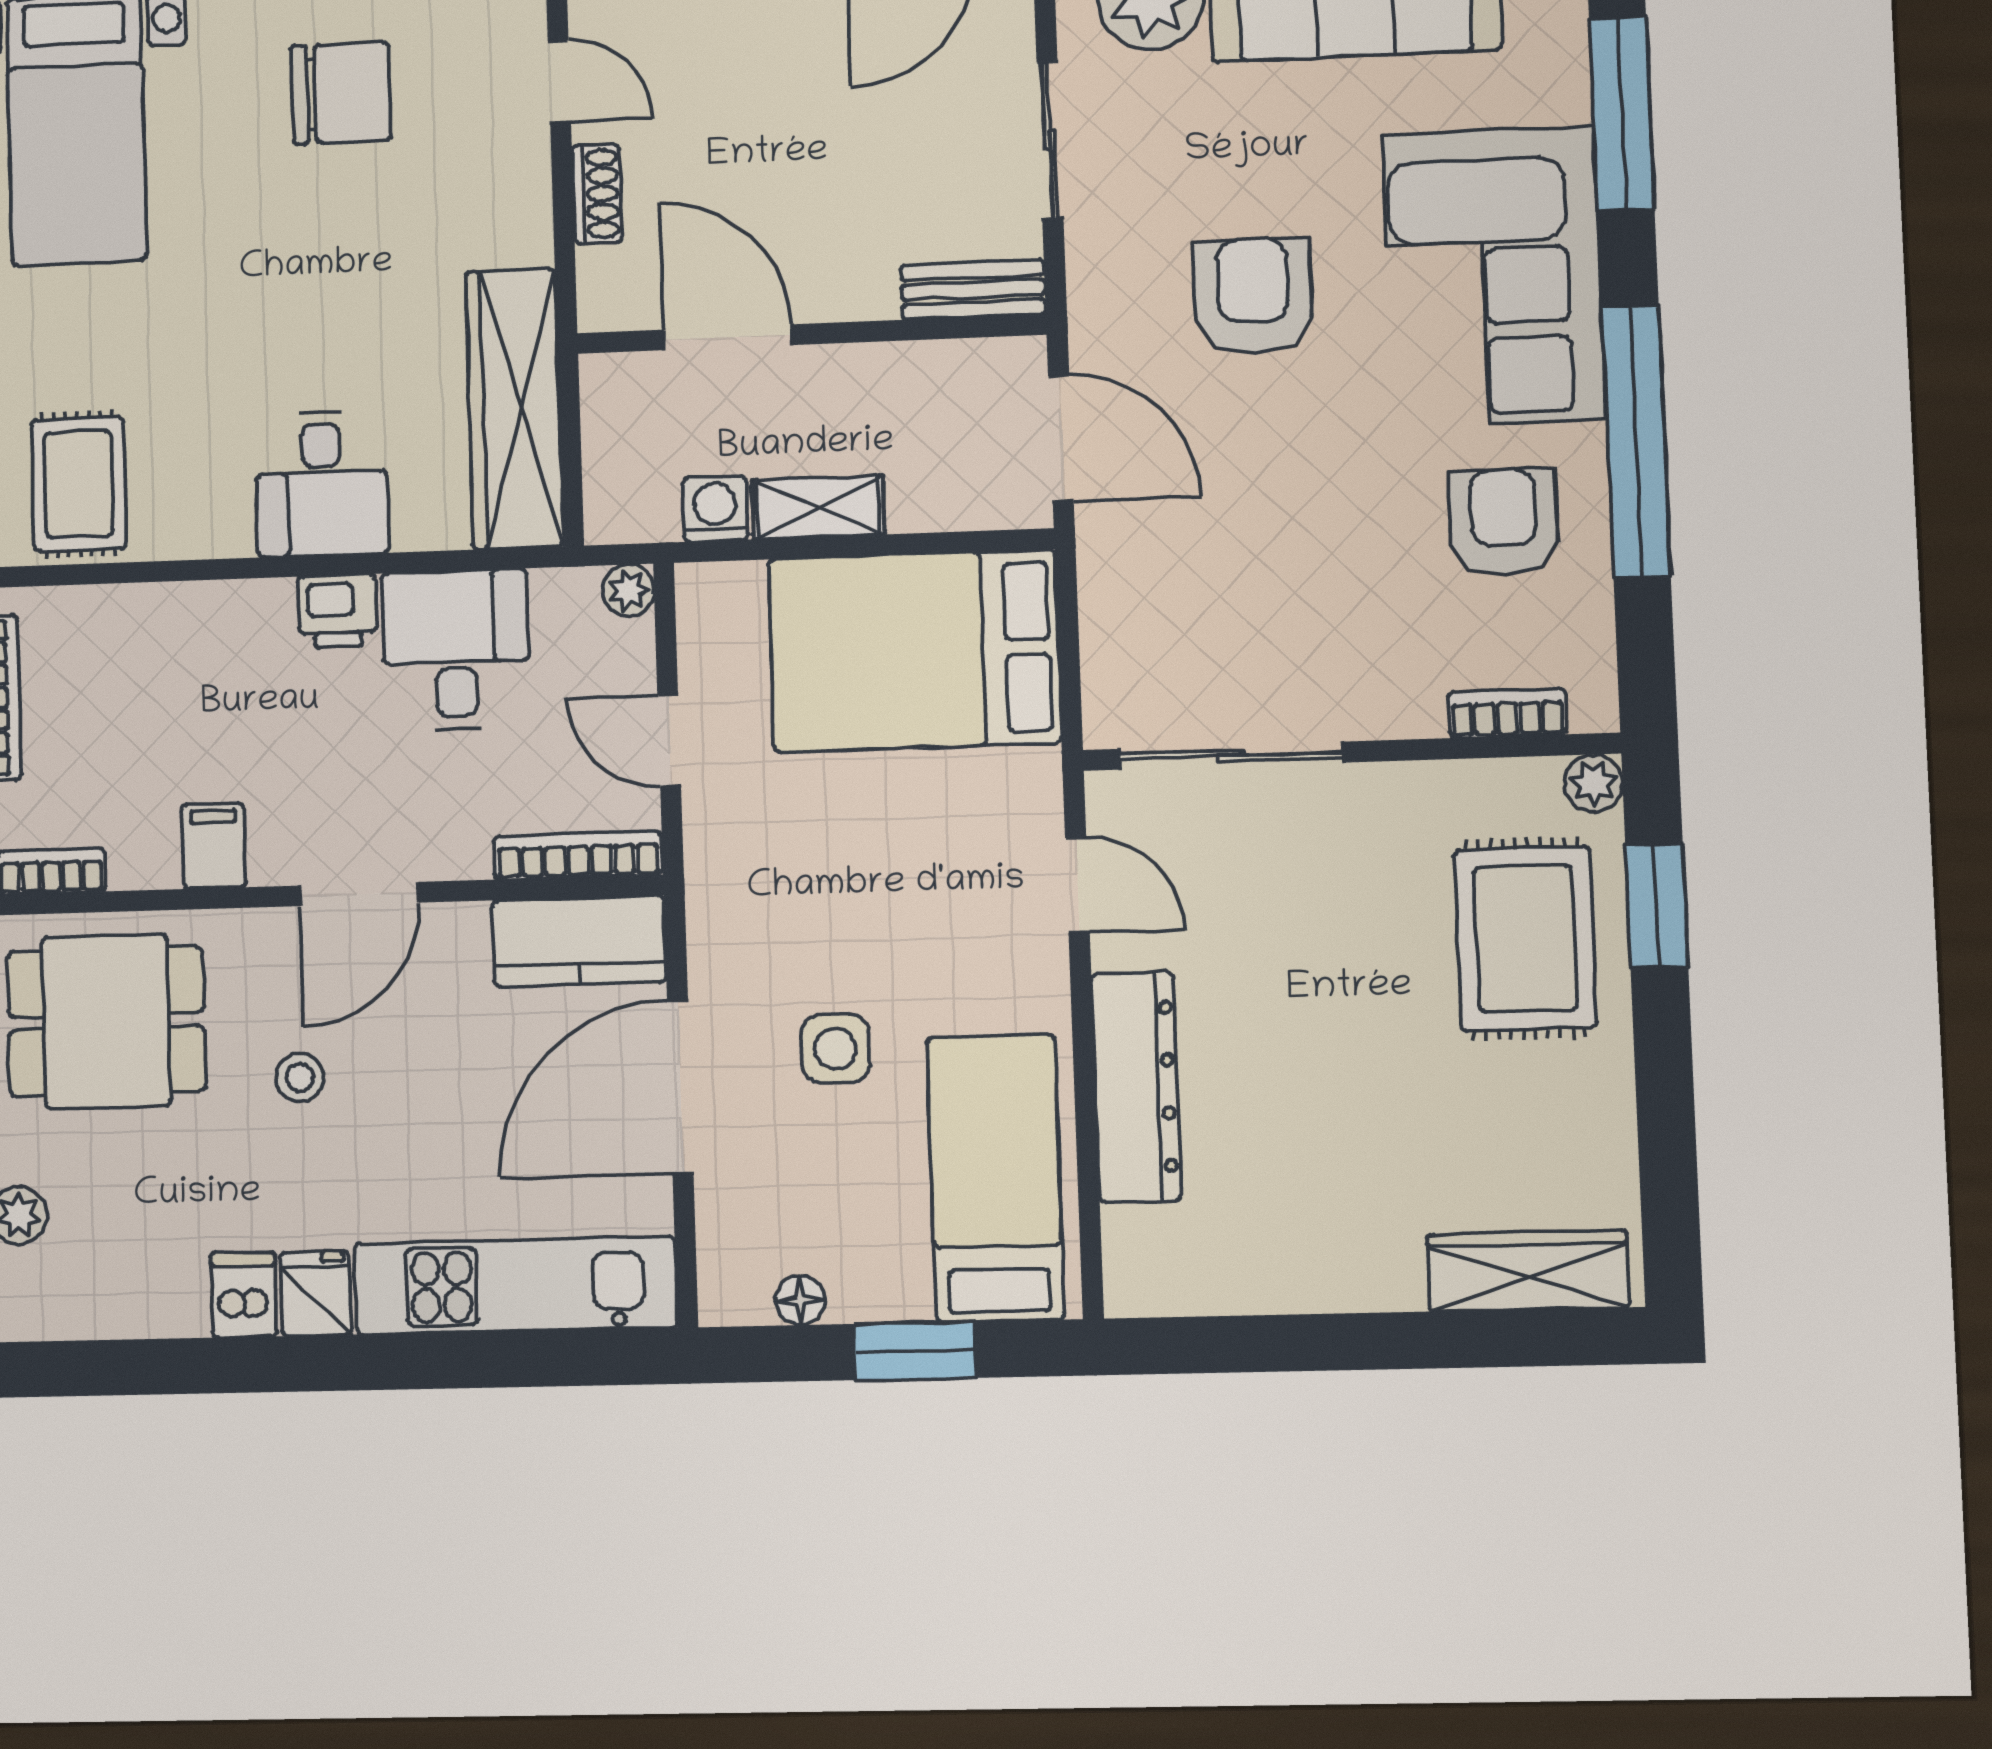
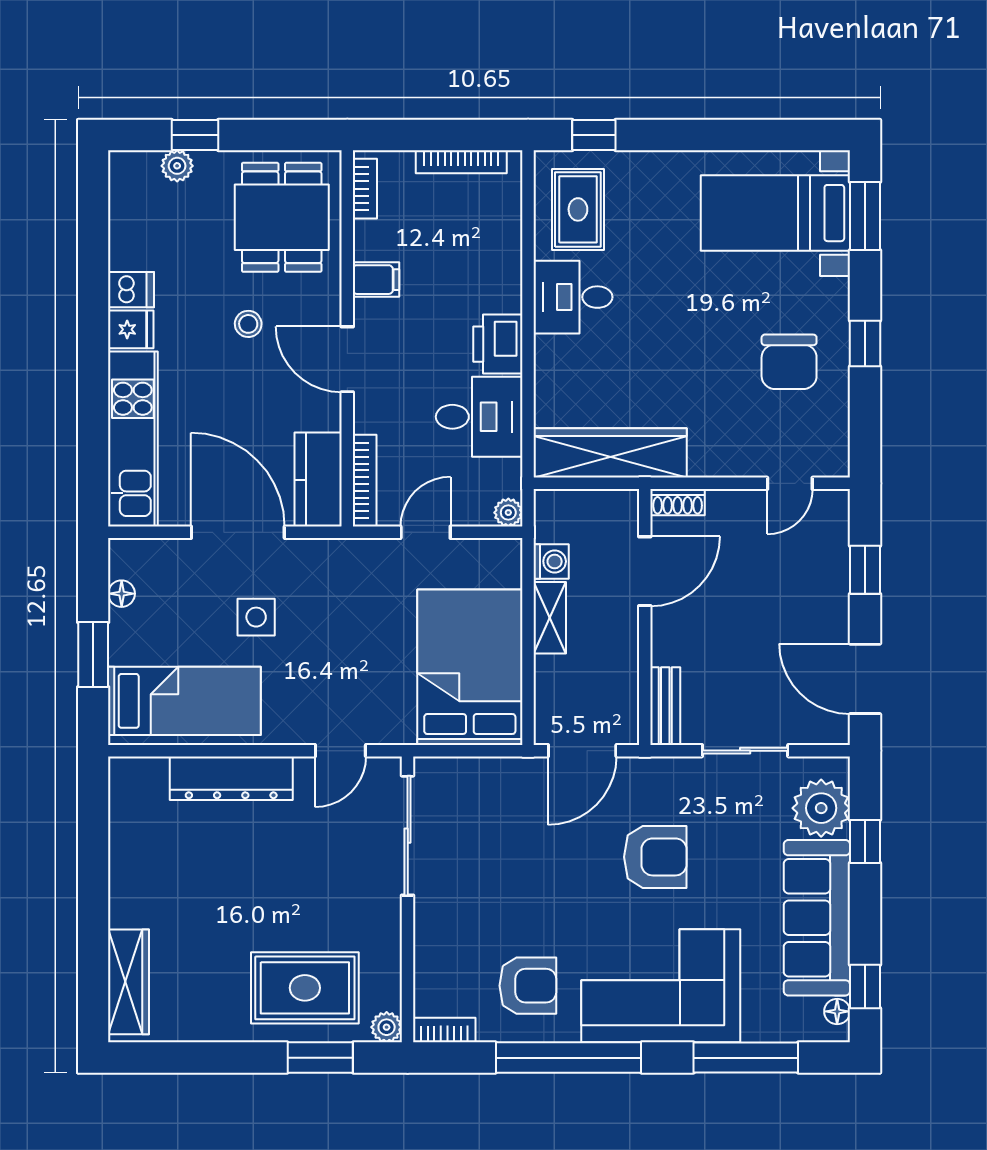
shoe rack: (597, 194) -> (678, 502), moved
rug: (79, 484) -> (578, 209), turned 90
desk: (322, 484) -> (573, 297), moved
printer: (338, 611) -> (498, 344), width x1.36, depth x1.24
bookcase: (1507, 713) -> (444, 1030), moved, turned -90

